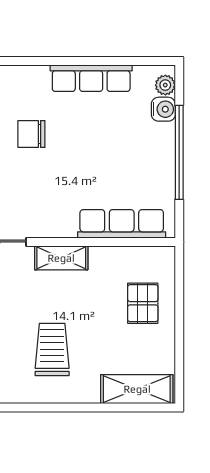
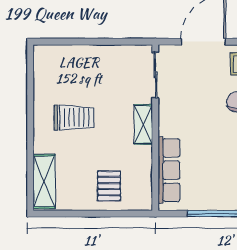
pallet: (143, 303) -> (109, 186), turned 90

